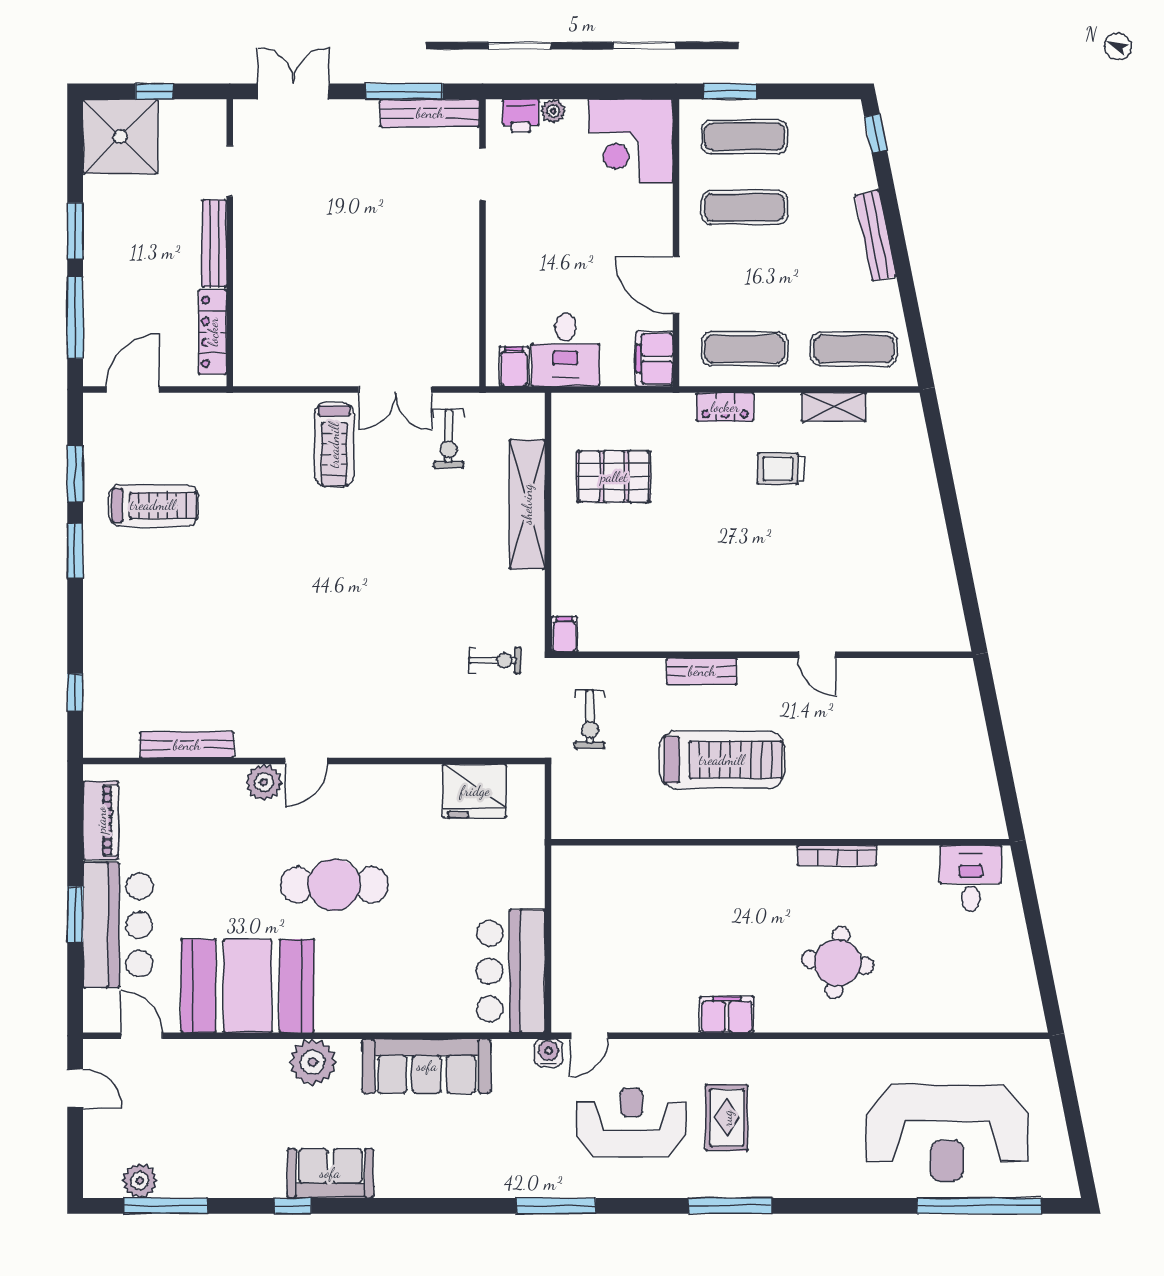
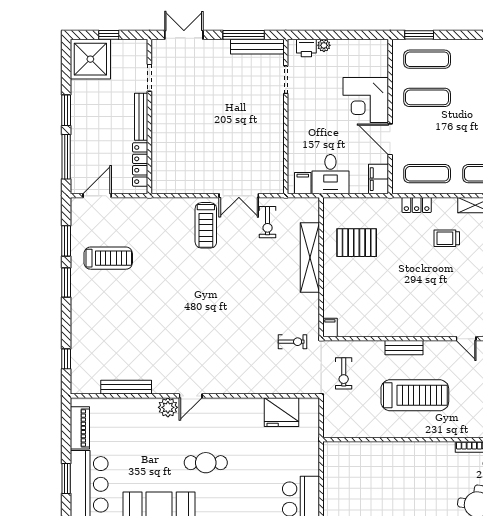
corner desk: (631, 141) -> (366, 100), moved
cafe table: (334, 885) -> (206, 463), width x0.73, depth x0.74

